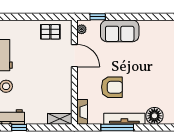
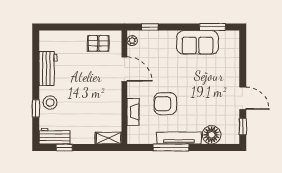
window: (155, 17) -> (213, 27), added
sofa: (120, 31) -> (198, 42), moved
armchair: (112, 87) -> (165, 104), turned 180
fireplace: (82, 112) -> (133, 112), moved

